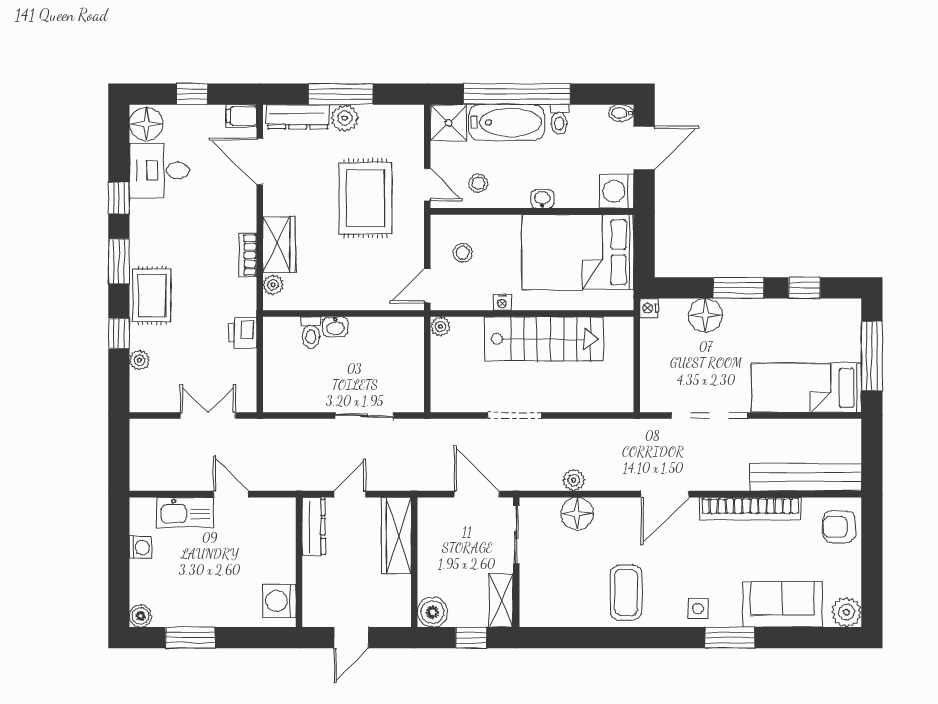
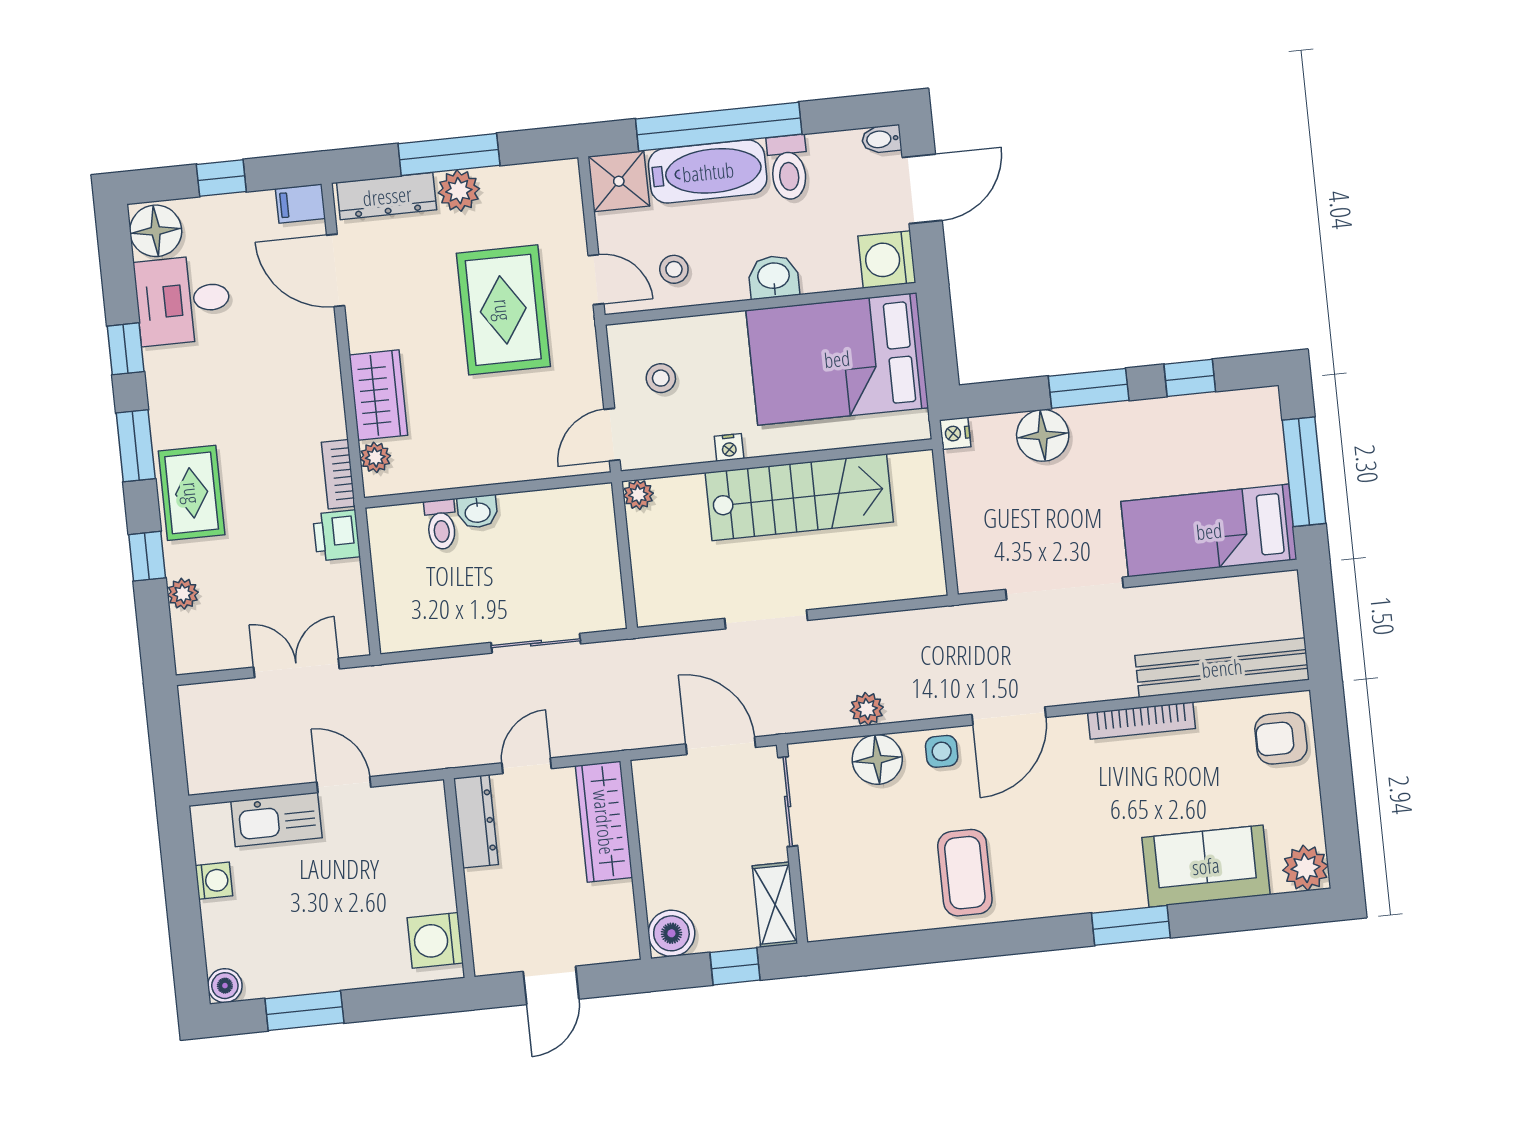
toilet: (559, 119) -> (788, 168), width x1.37, depth x1.39
washbasin: (542, 199) -> (774, 277), width x1.38, depth x1.45
bookcase: (248, 255) -> (338, 474), moved
bookcase: (750, 509) -> (1142, 721), width x0.68, depth x0.76
side table: (698, 609) -> (942, 751), moved

